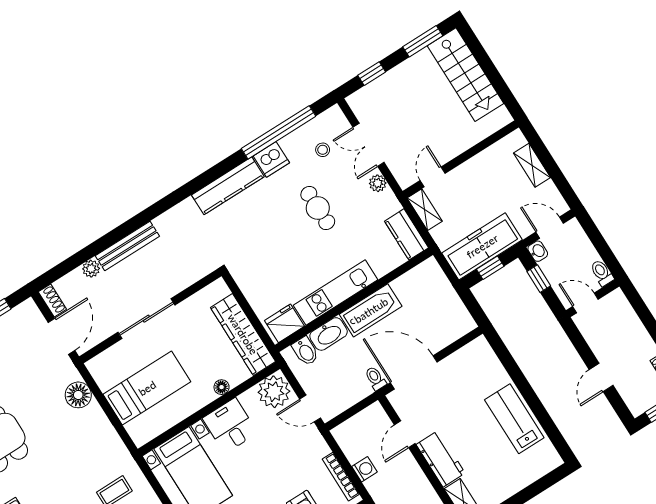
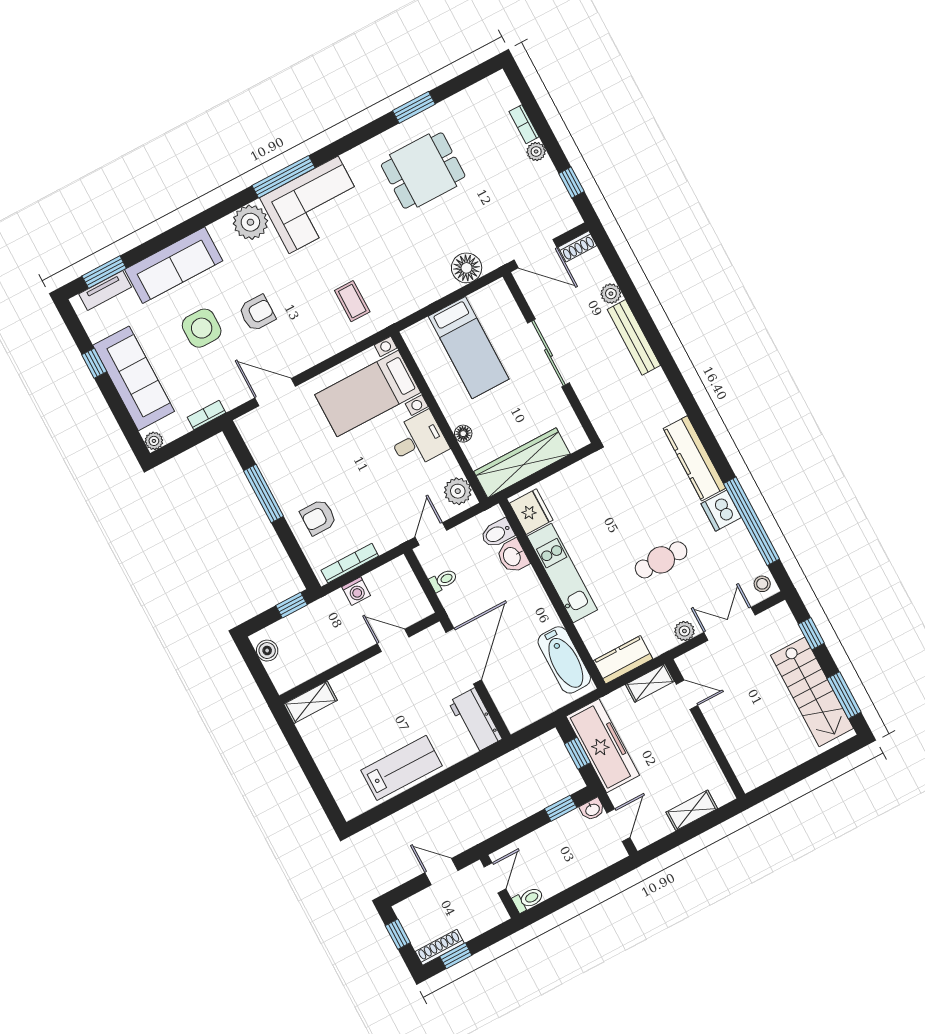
stairs: (466, 75) -> (812, 692), moved, turned -90
stool: (323, 150) -> (762, 584), moved
toilet: (602, 273) -> (528, 899), moved
wall: (593, 298) -> (500, 887), moved
door: (585, 303) -> (495, 878), moved
bathtub: (371, 310) -> (564, 660), moved
washbasin: (329, 334) -> (512, 556), width x0.72
toilet: (375, 378) -> (443, 580), moved
plant: (274, 392) -> (458, 491), width x0.73, depth x0.73
workbench: (441, 459) -> (475, 720), moved, turned 90

